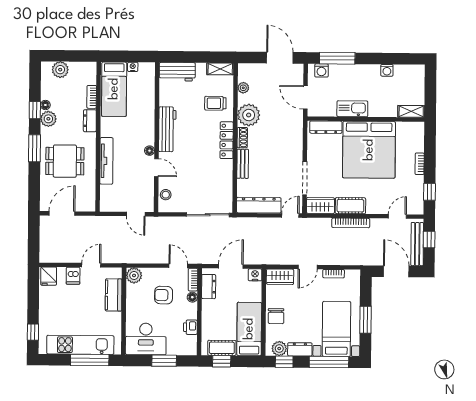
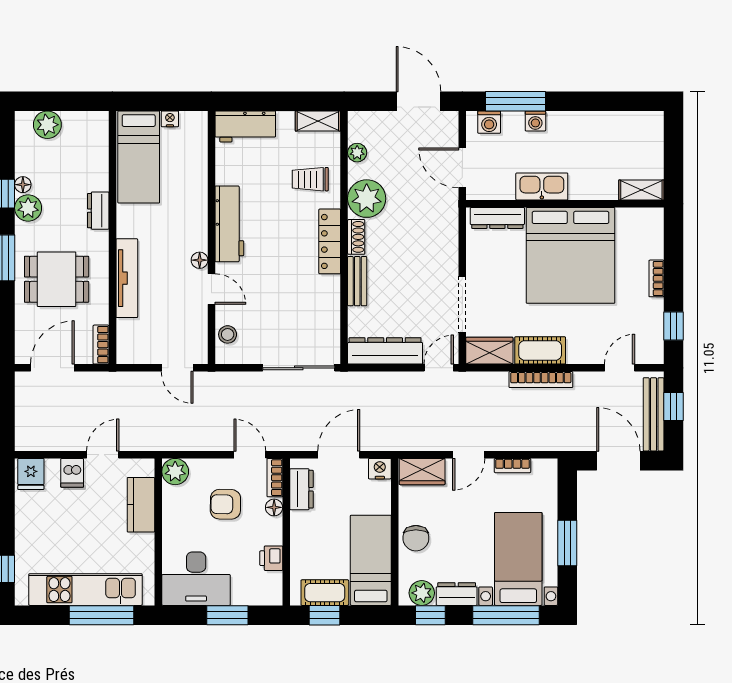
washing machine: (387, 70) -> (535, 121), moved
bookcase: (92, 97) -> (101, 345), moved

